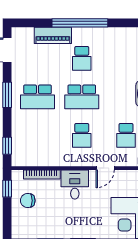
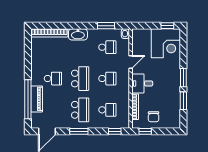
window: (80, 23) -> (28, 99), moved
school desk: (38, 135) -> (107, 110), added
door: (105, 168) -> (131, 62), hinge flipped

